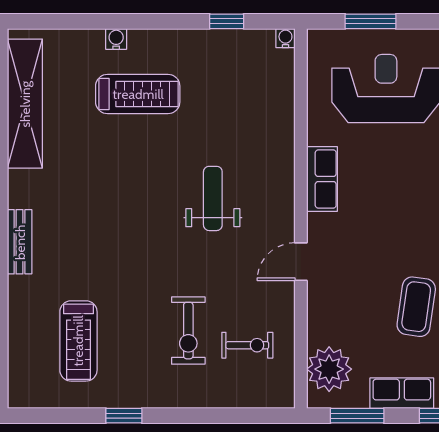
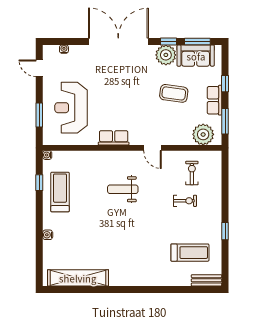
treadmill: (138, 94) -> (60, 192), moved
bench: (20, 242) -> (207, 280), moved
exercise bike: (188, 331) -> (185, 201), width x0.73, depth x0.72

